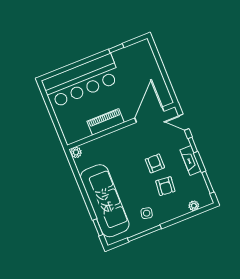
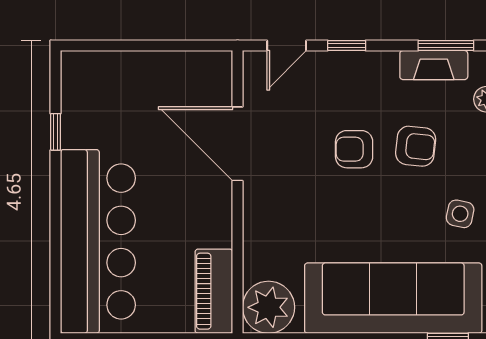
door: (149, 115) -> (238, 144), moved
piano: (106, 122) -> (214, 291), moved
plant: (76, 152) -> (269, 307), width x1.88, depth x1.88
fireplace: (191, 161) -> (434, 65), moved

